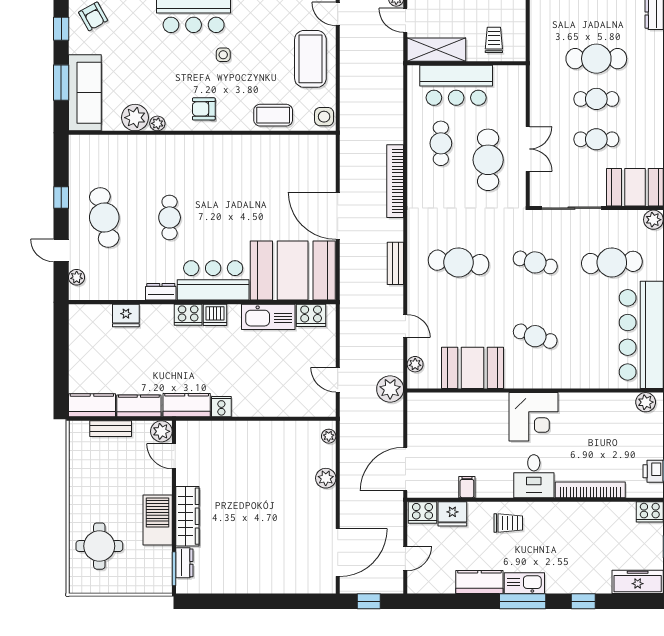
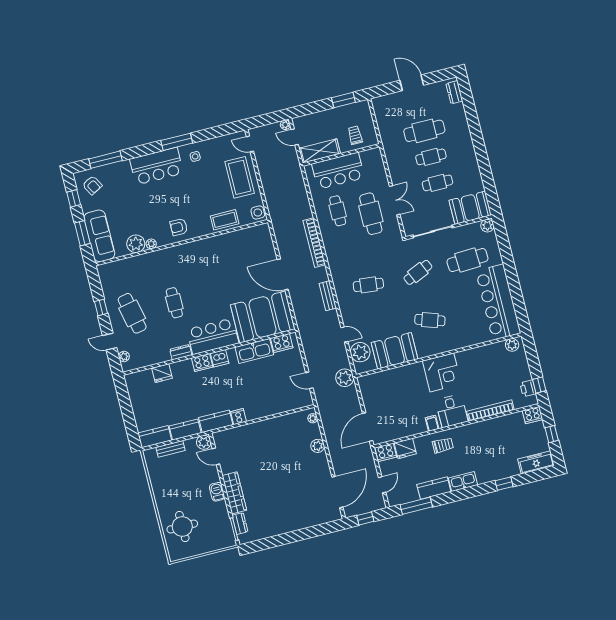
side table: (223, 55) -> (195, 156), moved
cafe table: (459, 262) -> (368, 285), width x0.73, depth x0.74
cafe table: (535, 262) -> (418, 272), turned -39
plant: (415, 364) -> (360, 352), width x1.87, depth x1.87
filing cabinet: (467, 487) -> (432, 423), moved
barbecue: (158, 520) -> (217, 492), width x0.53, depth x0.65
window: (523, 601) -> (416, 506), moved

